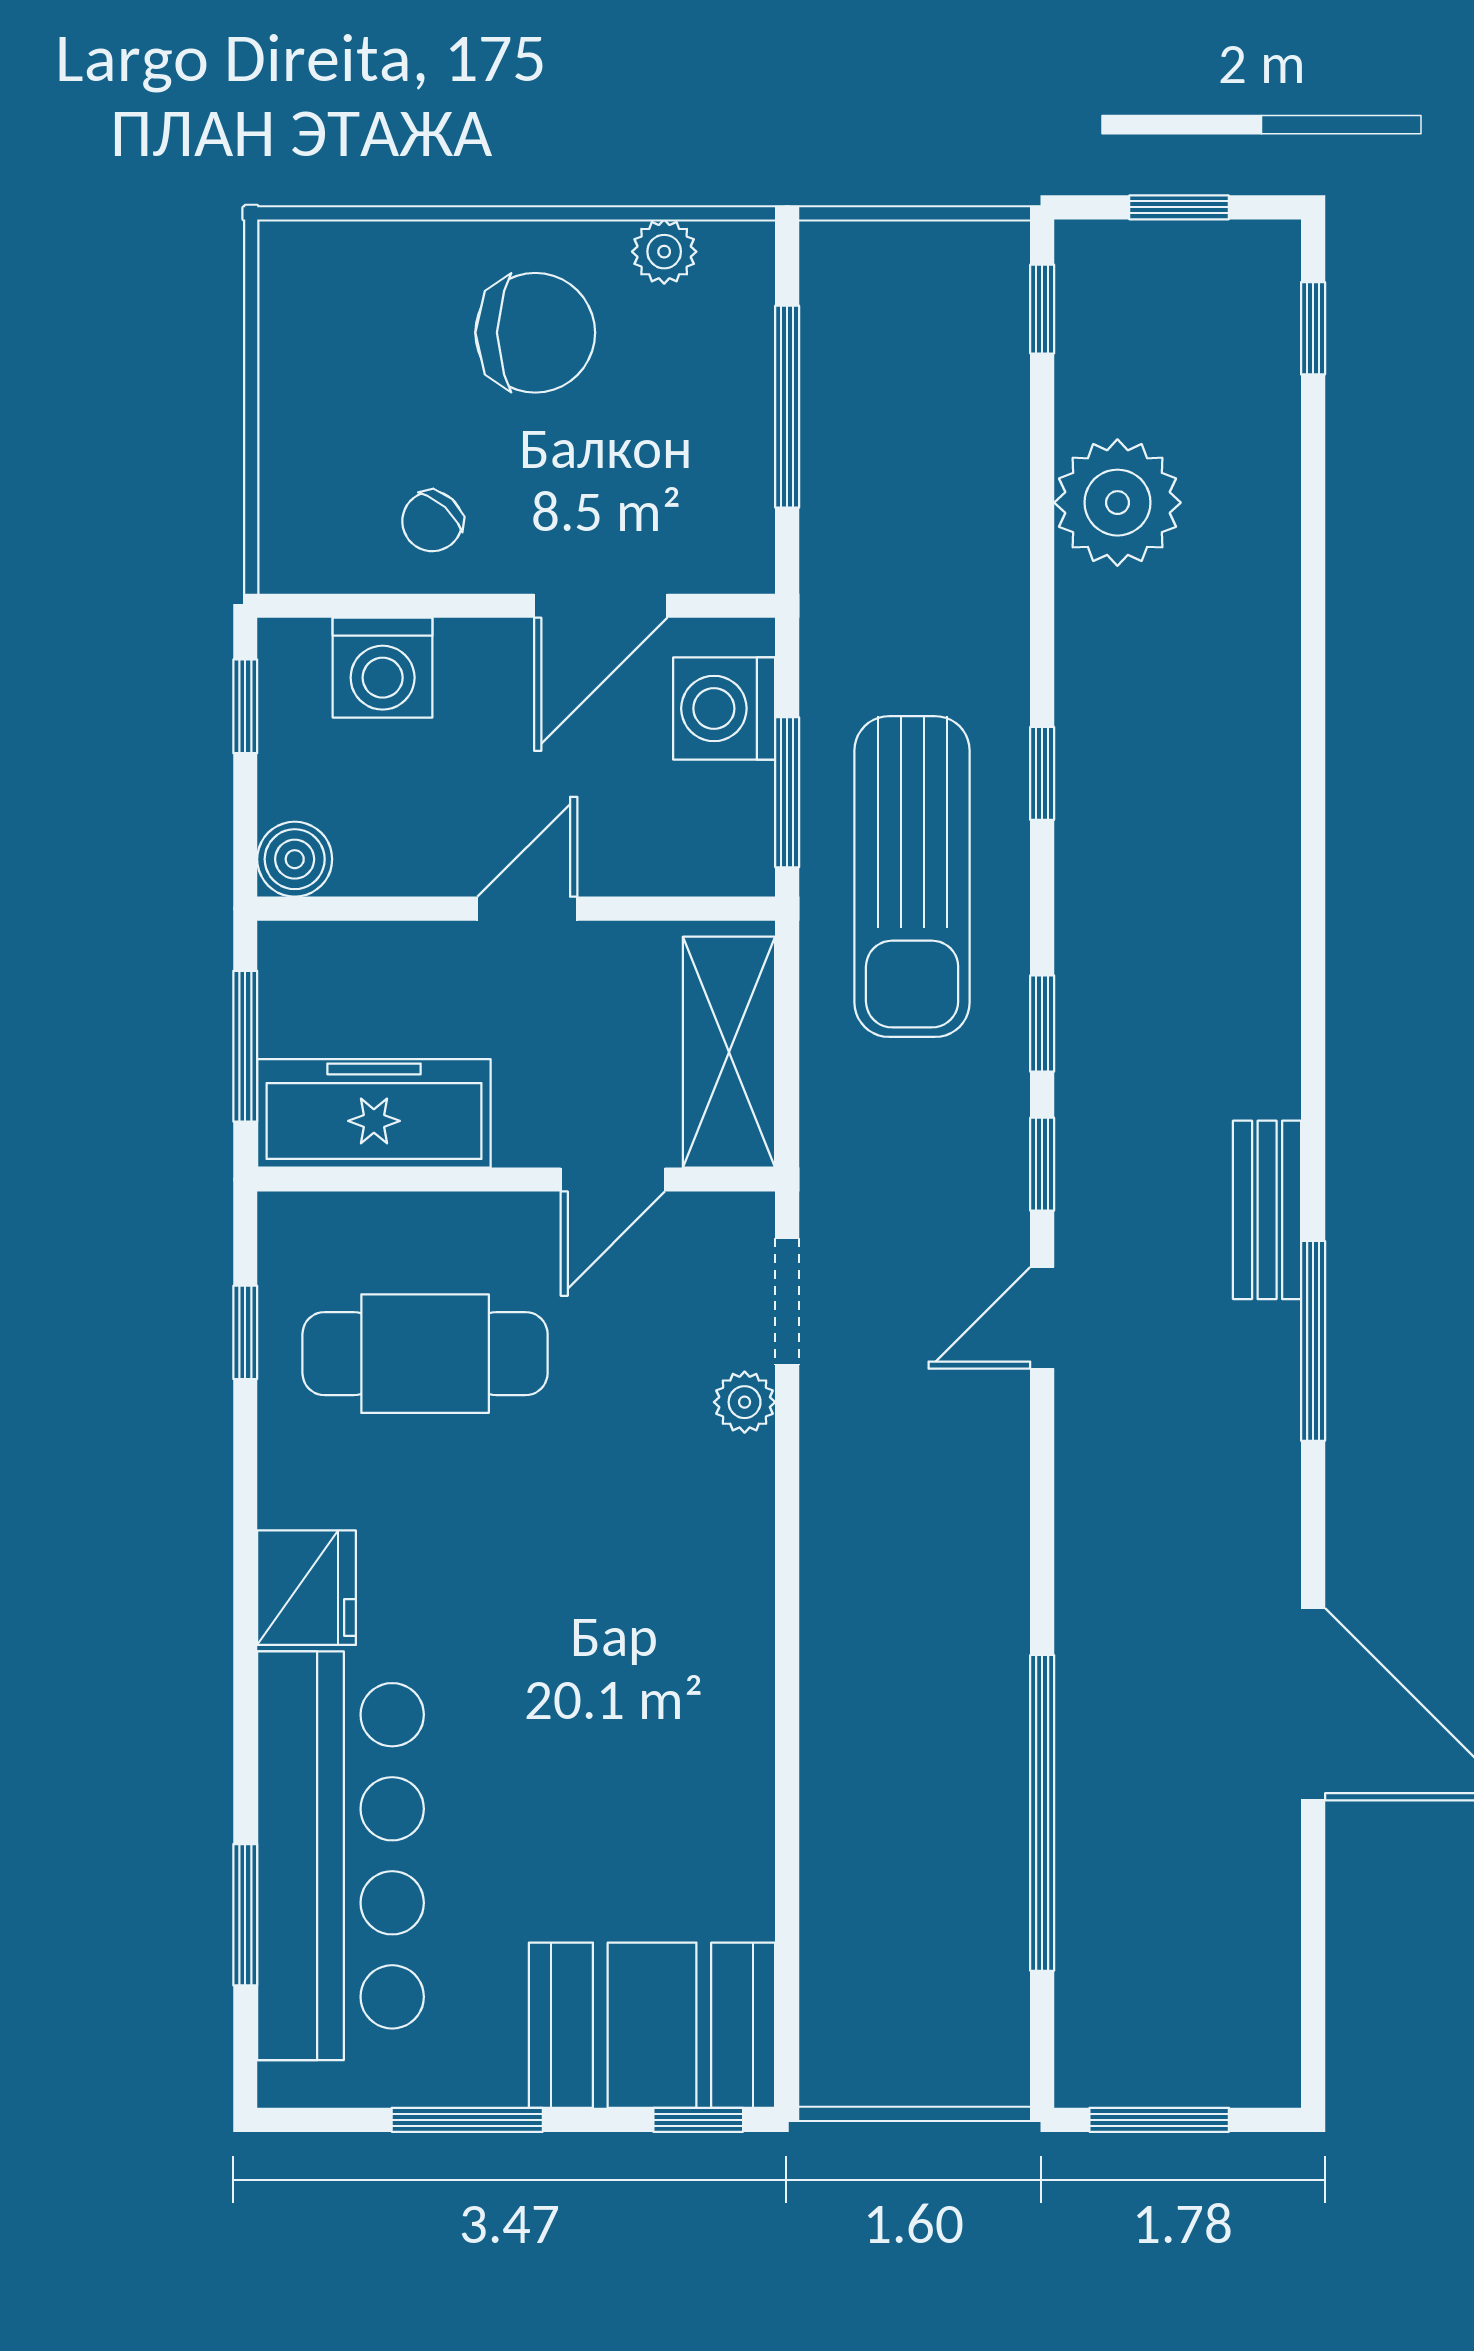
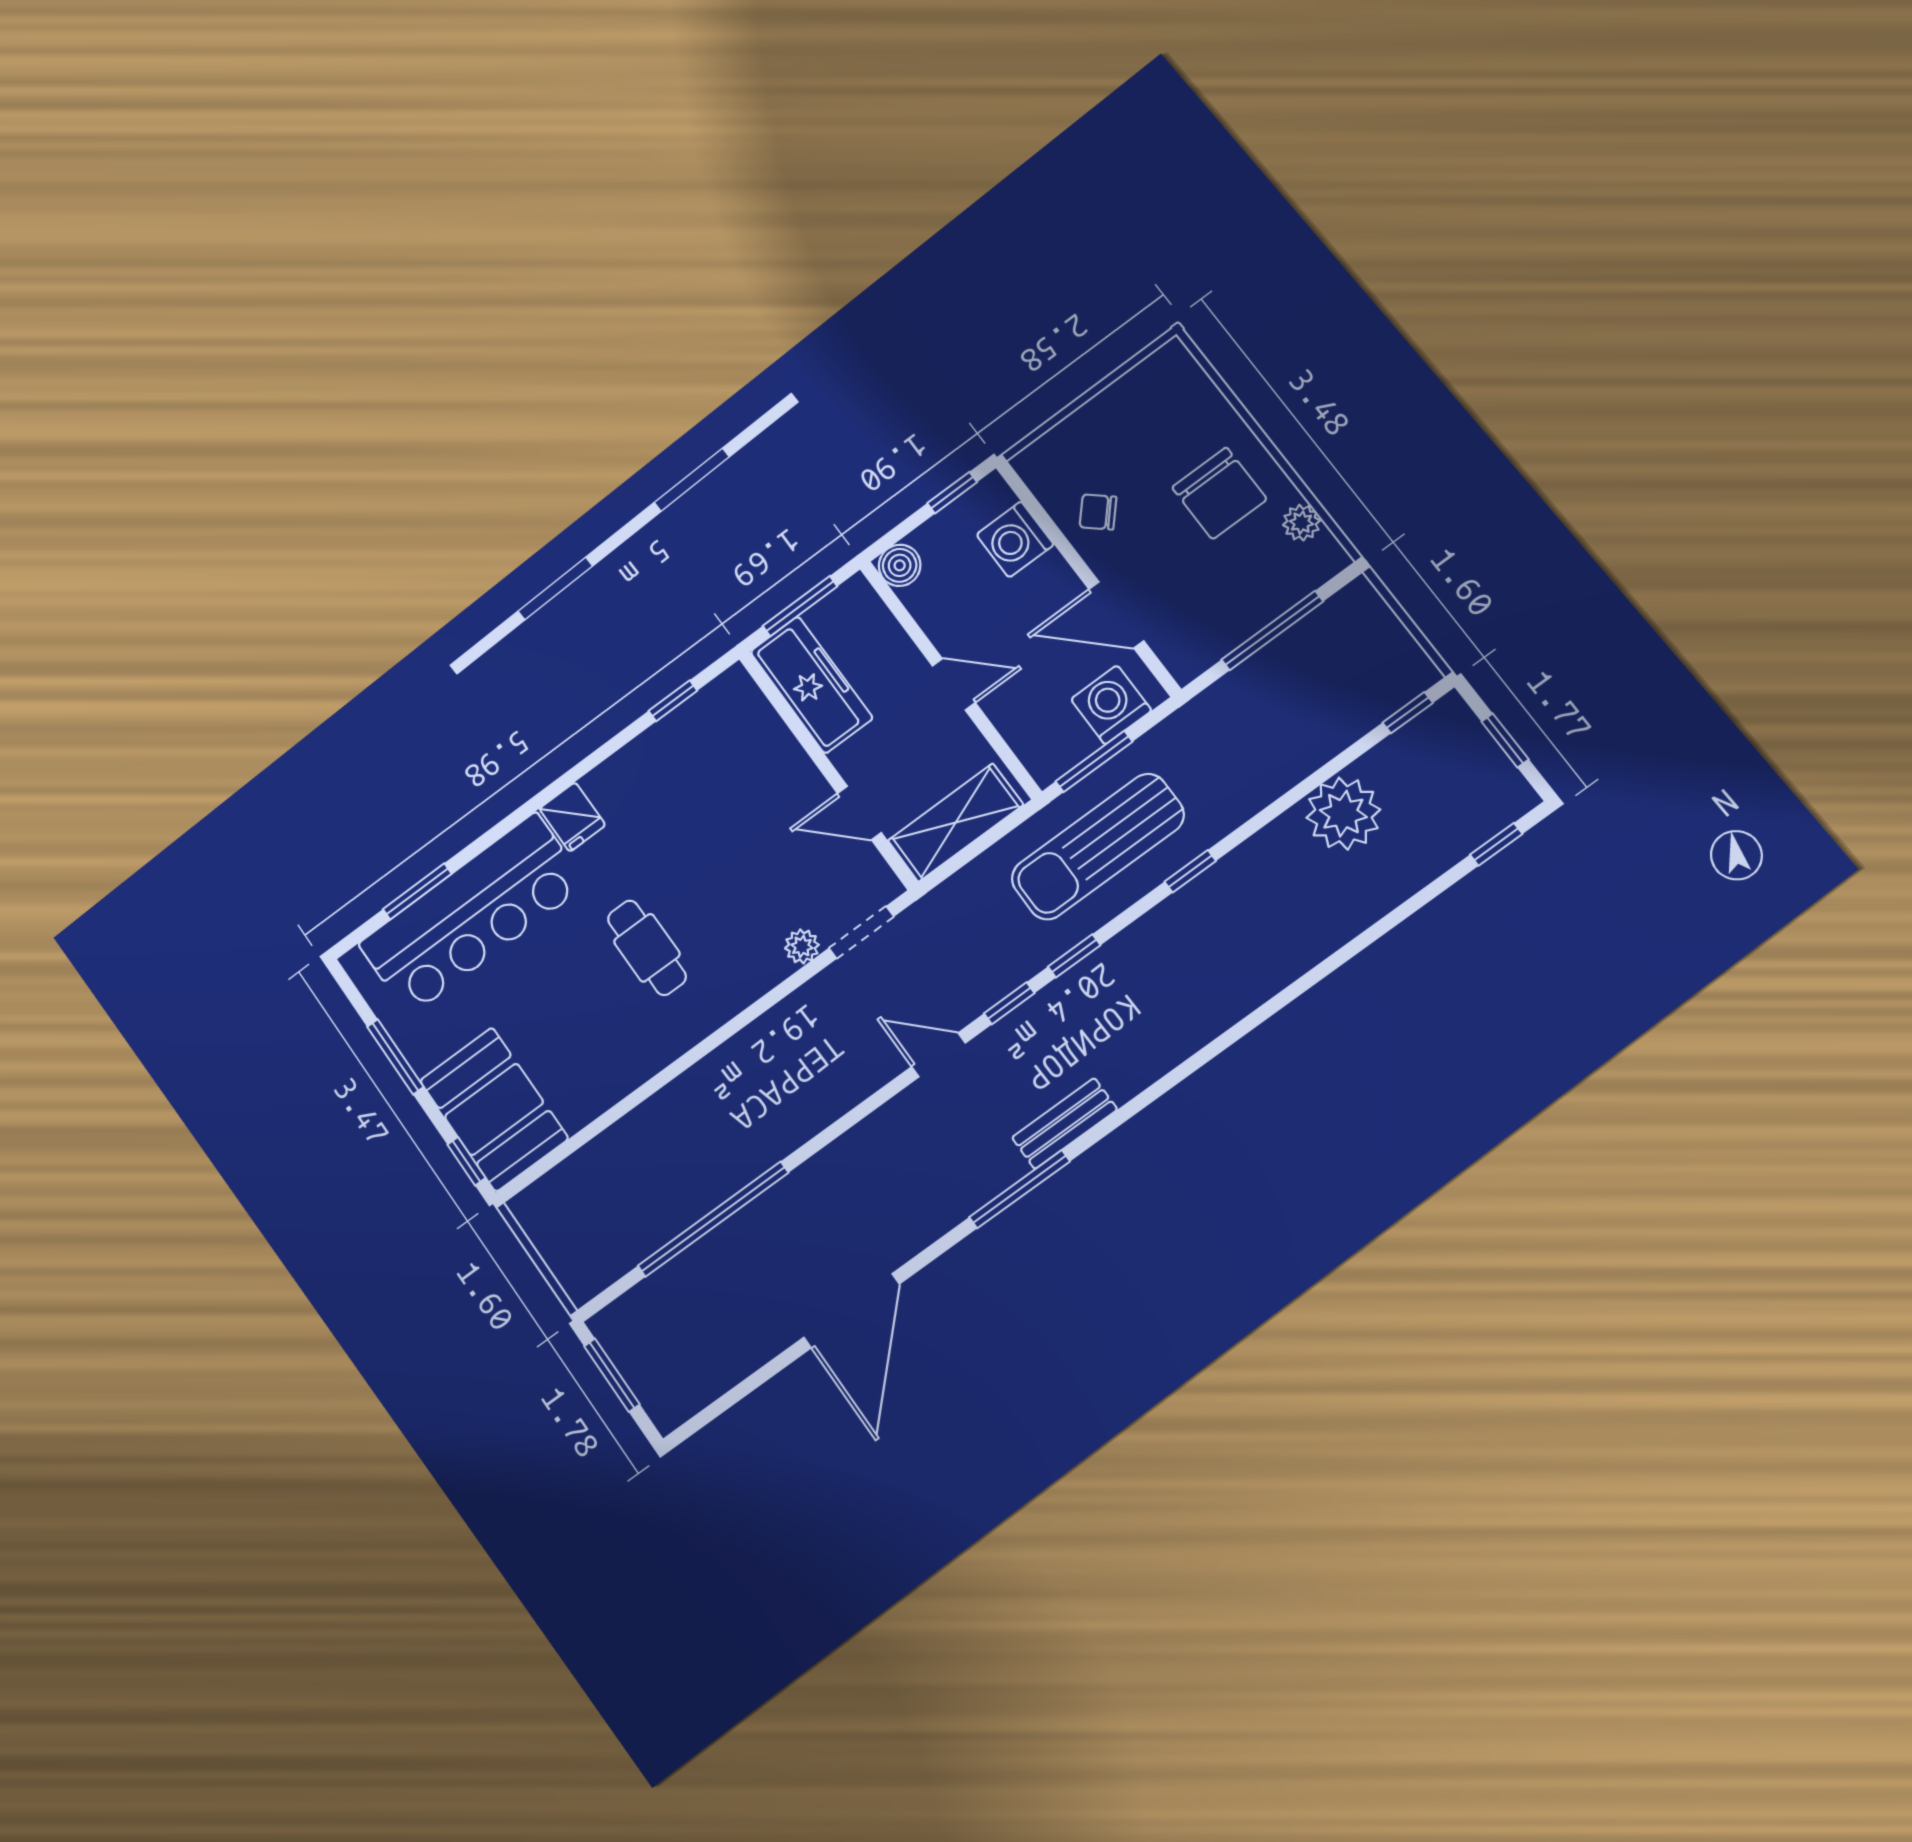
cafe table: (425, 1354) -> (647, 948), moved, width x0.73, depth x0.74
fridge: (307, 1588) -> (572, 817), width x0.72

